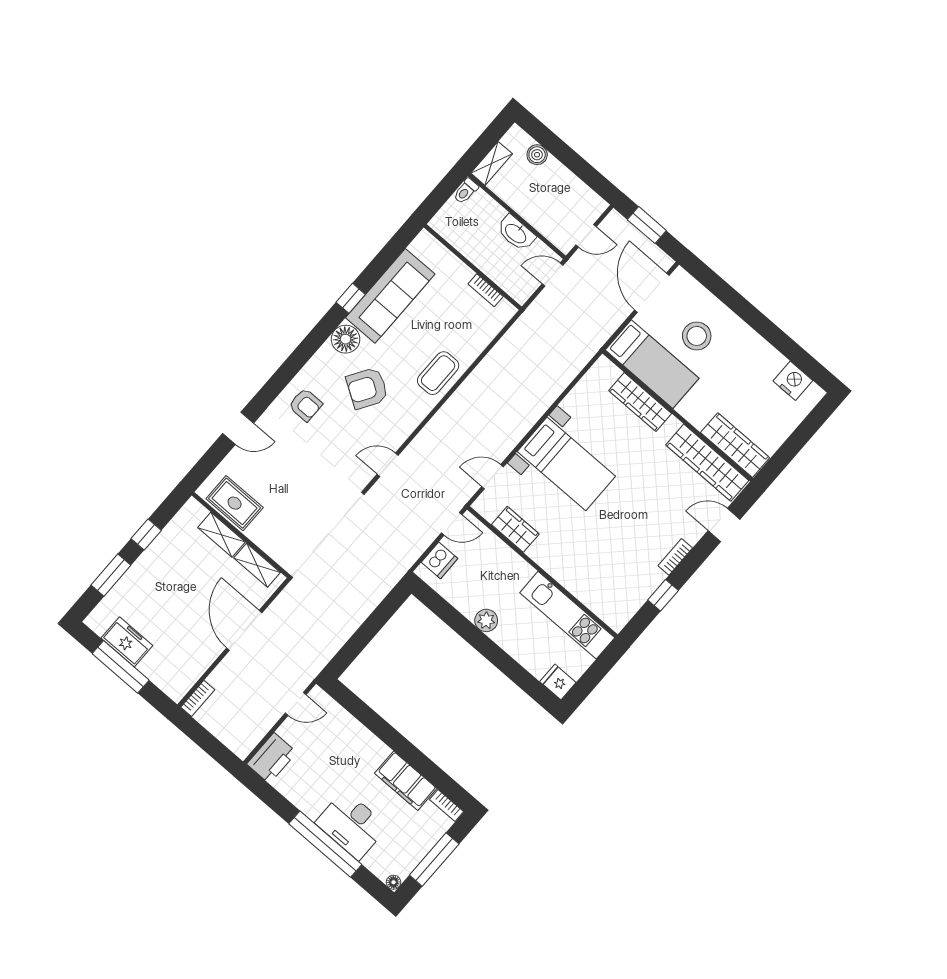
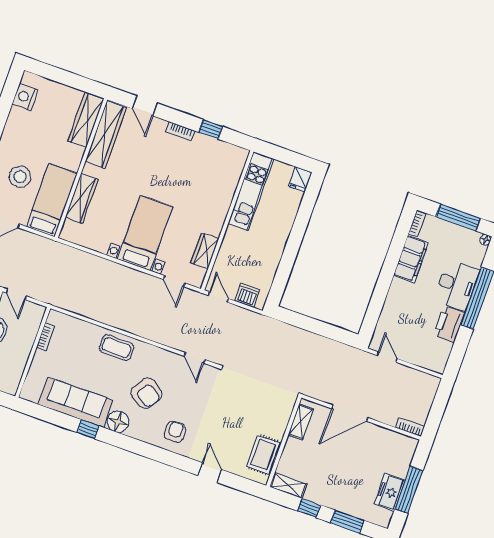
shelving: (221, 535) -> (288, 485), moved, turned 90
plant: (486, 620) -> (277, 246), removed
printer: (272, 758) -> (449, 324), moved, turned -90

